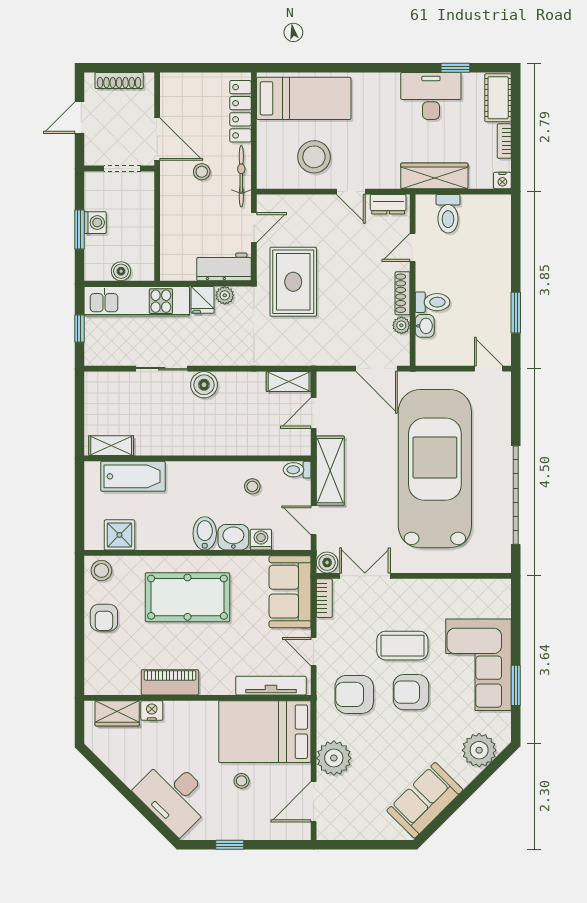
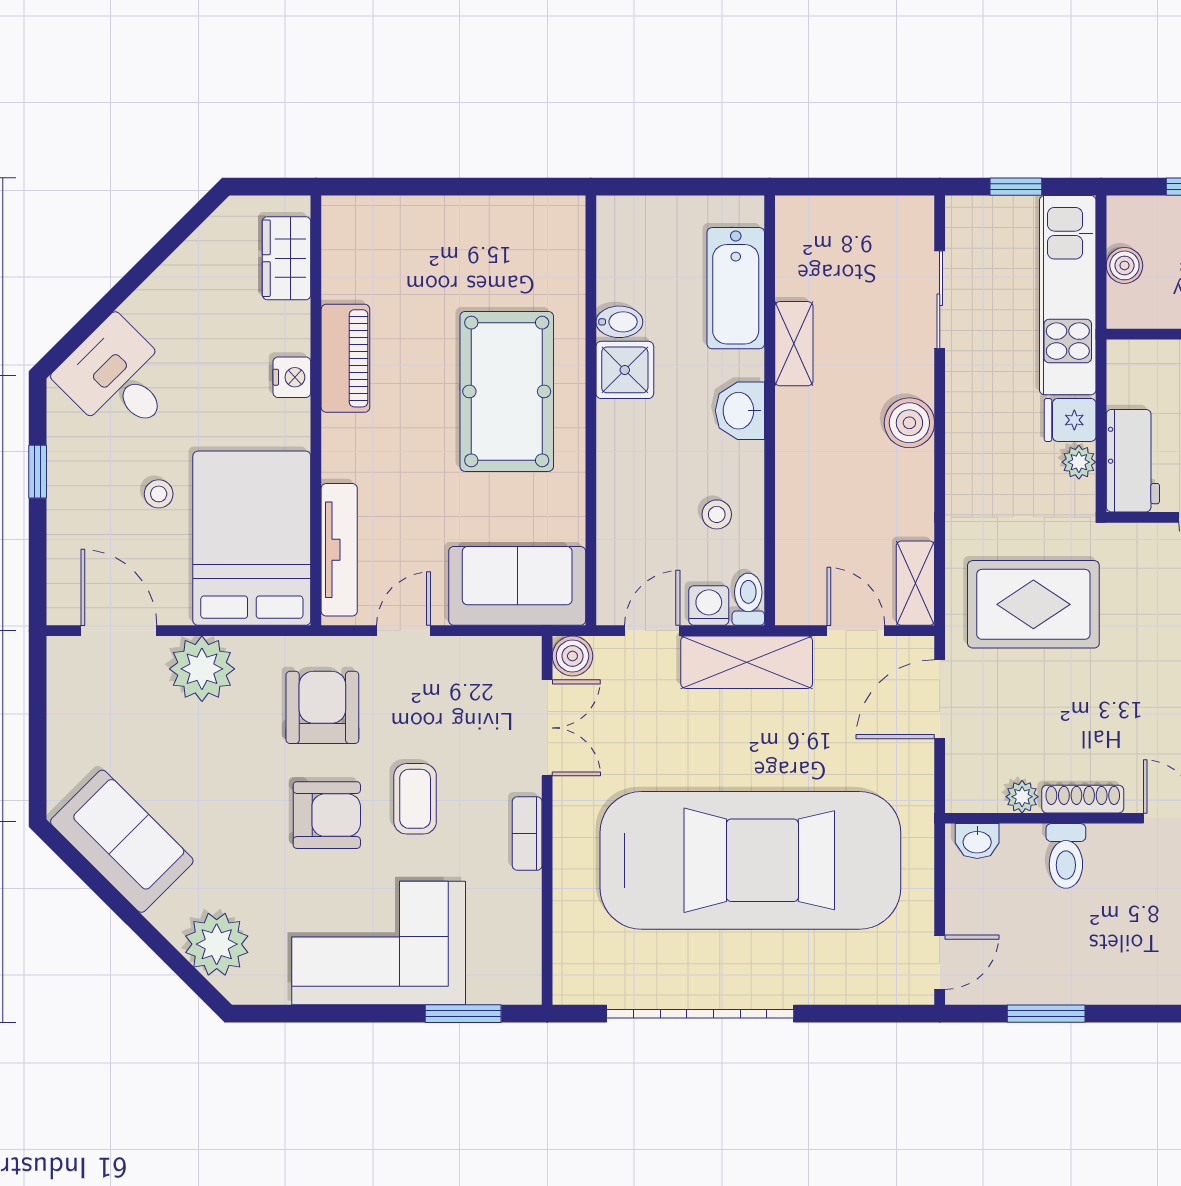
rug: (293, 282) -> (1033, 604), moved
washbasin: (425, 326) -> (977, 841), moved
sliding door: (162, 369) -> (940, 300), moved
door: (377, 369) -> (940, 699), moved
shelving: (111, 446) -> (794, 344), moved
bidet: (205, 533) -> (619, 322), moved, width x0.72, depth x0.74
shower: (119, 535) -> (625, 370), moved
washbasin: (233, 537) -> (740, 411), moved, turned 180
washing machine: (261, 540) -> (709, 606), moved, turned -90
stool: (101, 570) -> (557, 228), removed
bookcase: (324, 598) -> (527, 833), moved, turned 90
armchair: (104, 618) -> (468, 233), removed
coffee table: (402, 646) -> (415, 799), width x0.73, depth x0.77
window: (516, 685) -> (463, 1014), moved
armchair: (411, 692) -> (327, 815), turned 90
nightstand: (152, 711) -> (292, 377), moved
desk: (174, 796) -> (118, 379), width x0.73

